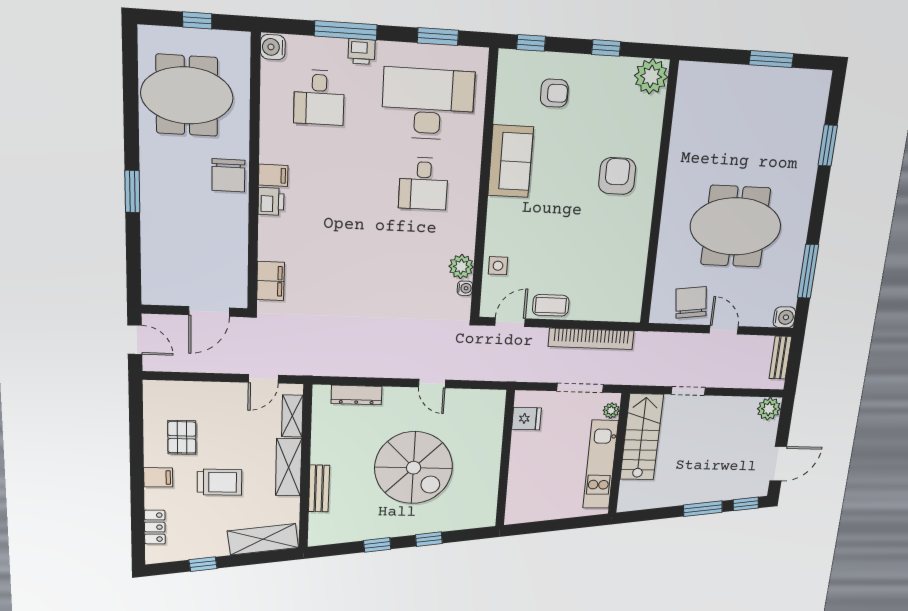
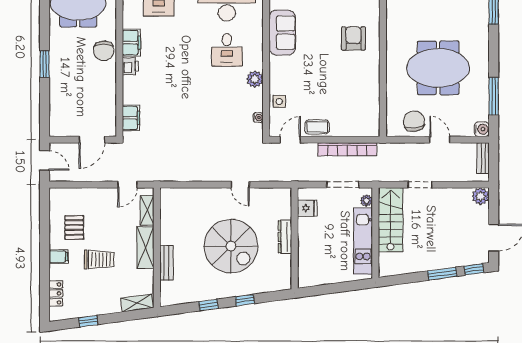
filing cabinet: (273, 175) -> (131, 43), width x2.00
plant: (461, 267) -> (255, 79), moved
dresser: (357, 395) -> (285, 237), moved, turned 90
shelving: (263, 539) -> (137, 303), width x0.67, depth x0.75

